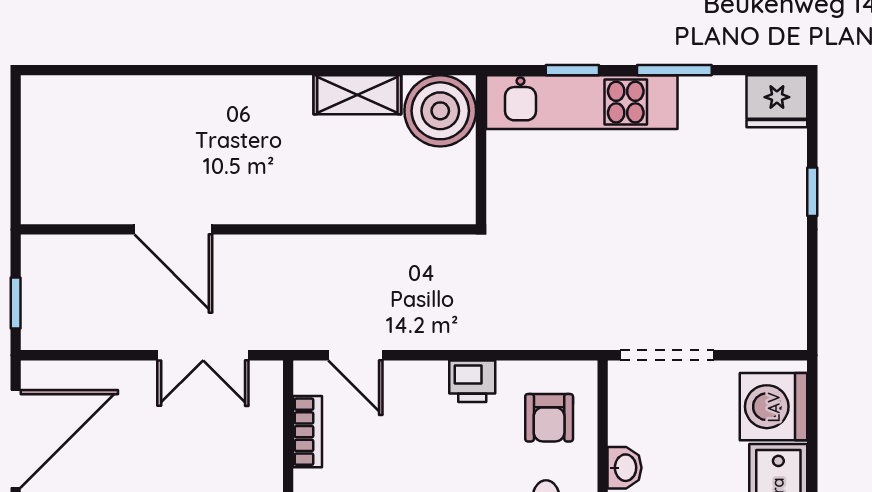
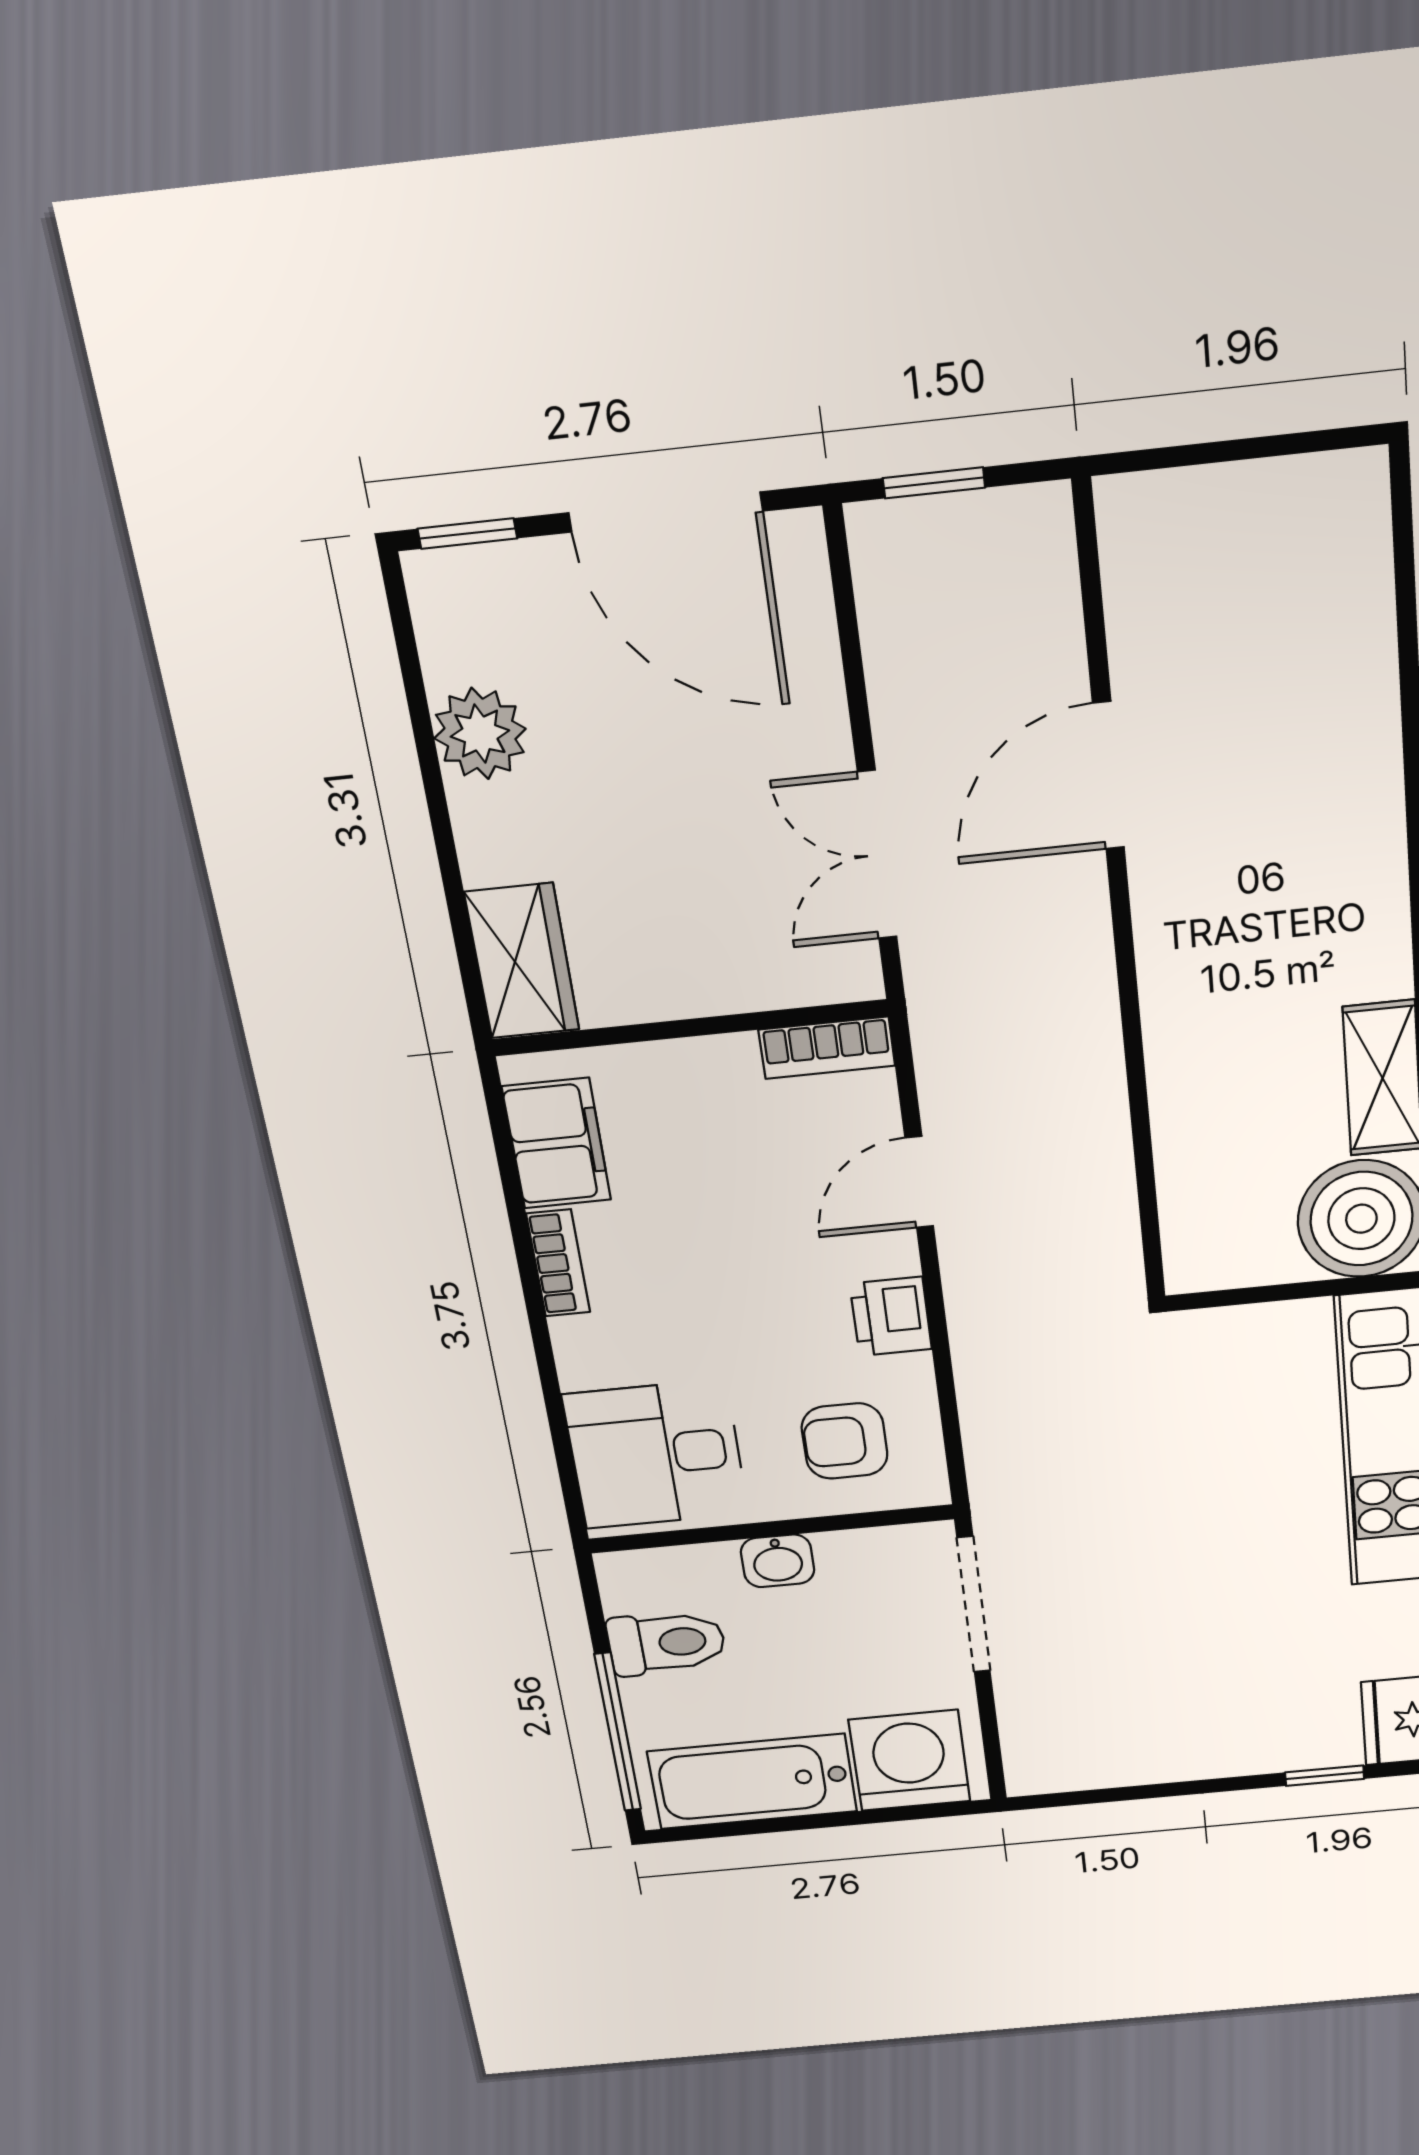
window: (812, 192) -> (1325, 1776), moved
door: (355, 355) -> (919, 1182), moved
bookcase: (307, 432) -> (827, 1048), moved

